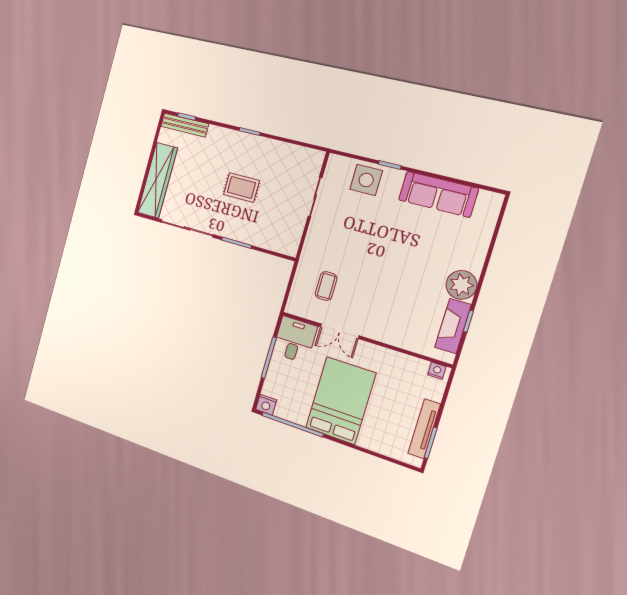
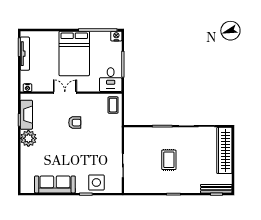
rug: (241, 187) -> (169, 160), turned 90
coffee table: (326, 286) -> (113, 105), moved
armchair: (373, 288) -> (75, 123), added
double door: (340, 331) -> (65, 93), moved

